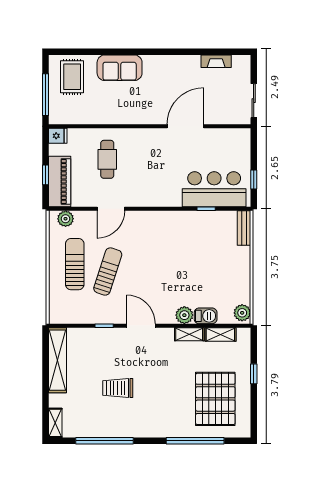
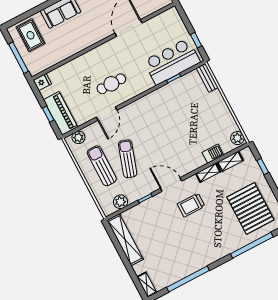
cafe table: (107, 159) -> (111, 84), moved, turned 90
plant: (184, 315) -> (120, 202), moved
window: (254, 374) -> (263, 166), moved
trolley: (118, 388) -> (191, 205), moved

